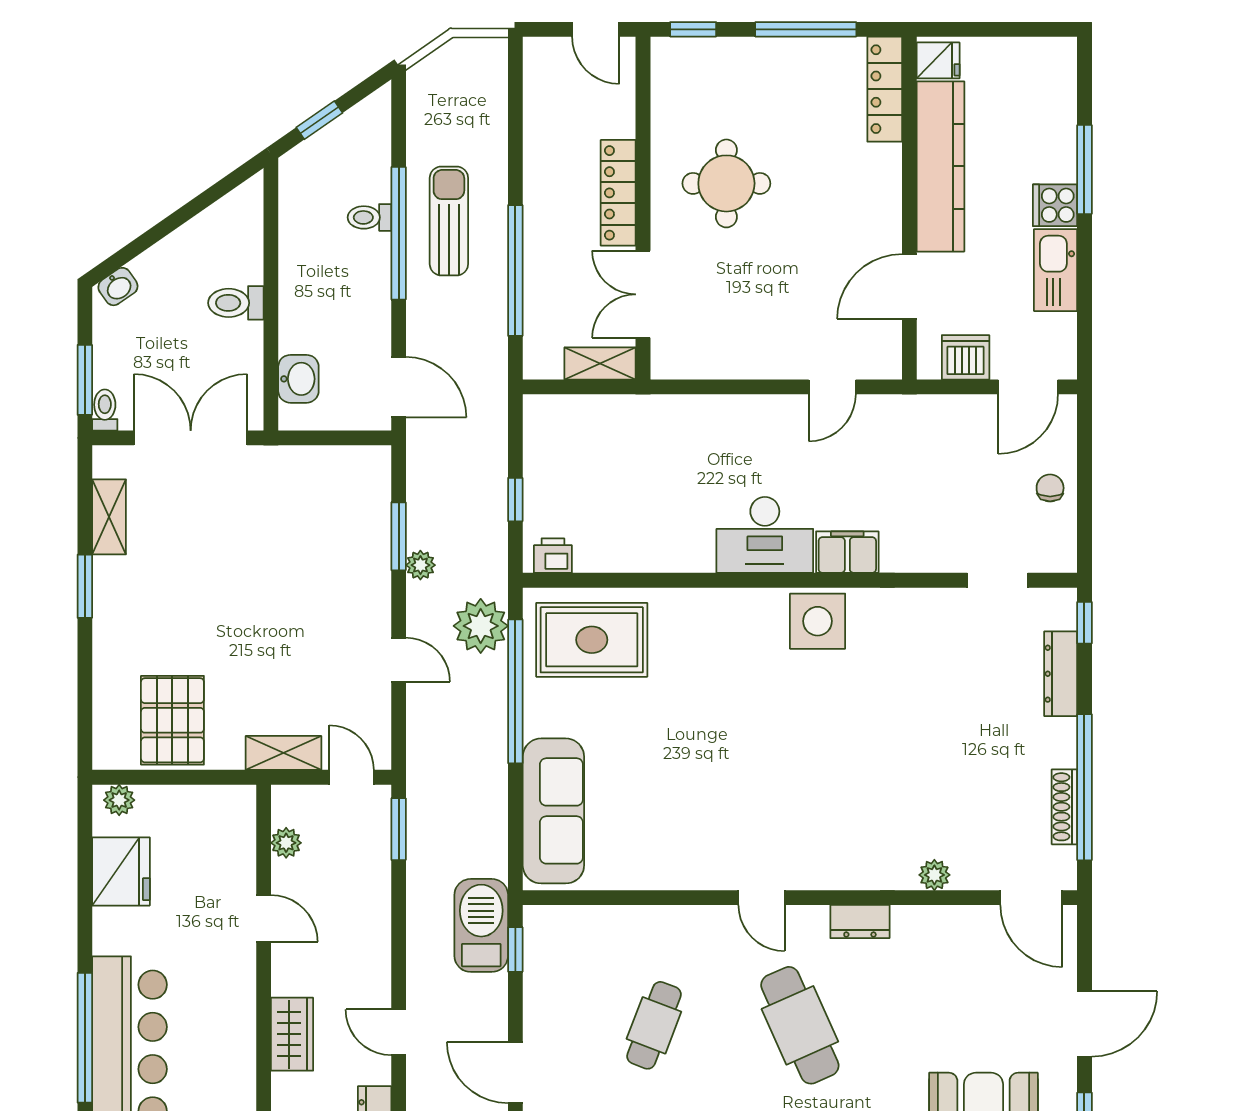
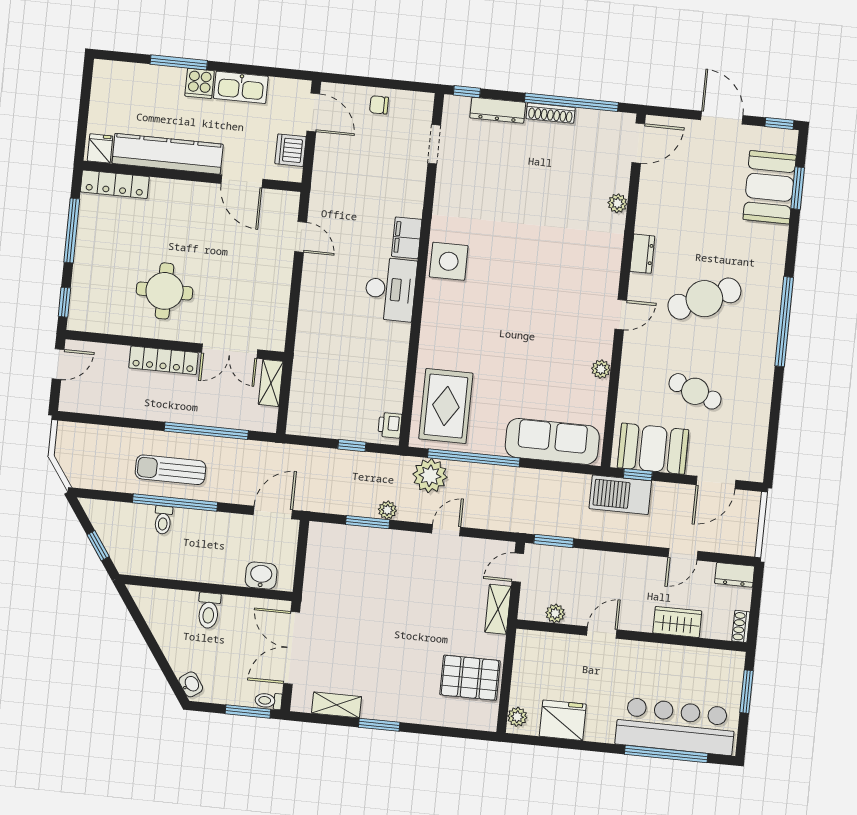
shoe rack: (1064, 807) -> (551, 113), moved
plant: (674, 875) -> (601, 369), added
booth: (558, 969) -> (653, 449), added

